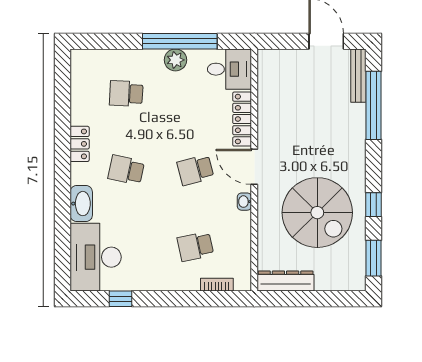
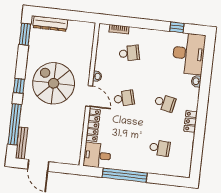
plant: (175, 60) -> (128, 164), removed
washbasin: (81, 204) -> (196, 81), width x0.52, depth x0.69
window: (374, 205) -> (19, 86), moved
spiral stairs: (317, 213) -> (54, 83), moved
dresser: (286, 281) -> (50, 24), moved

